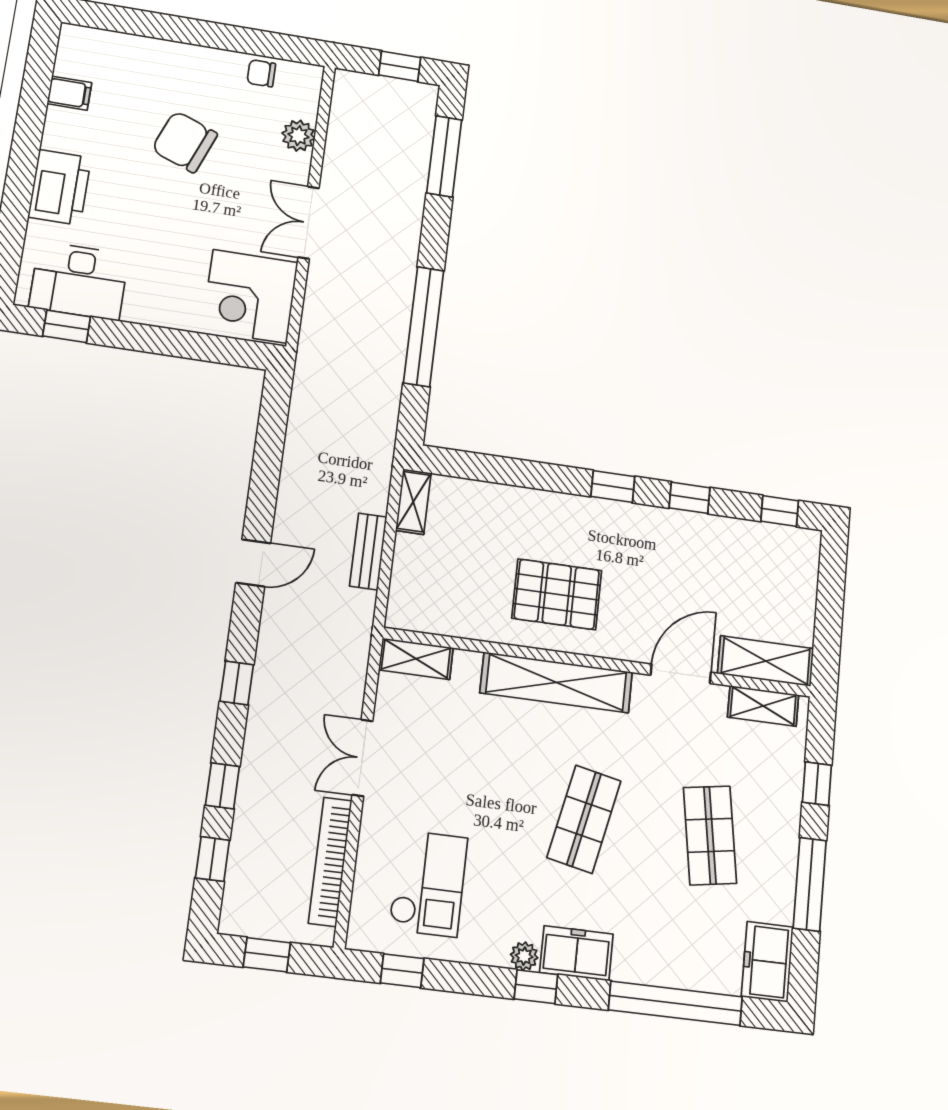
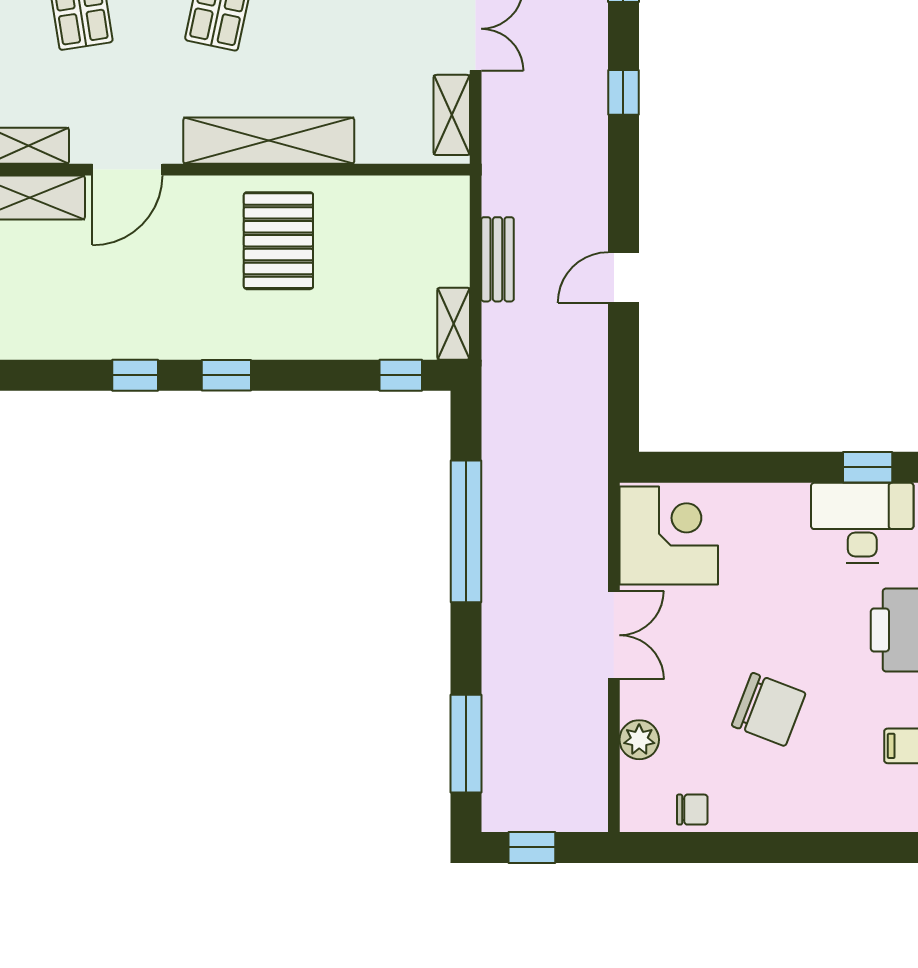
window: (780, 511) -> (401, 375), moved
door: (253, 563) -> (623, 278), moved
pallet: (557, 594) -> (278, 241), turned 90
shelving: (416, 659) -> (452, 115), moved, turned 90

